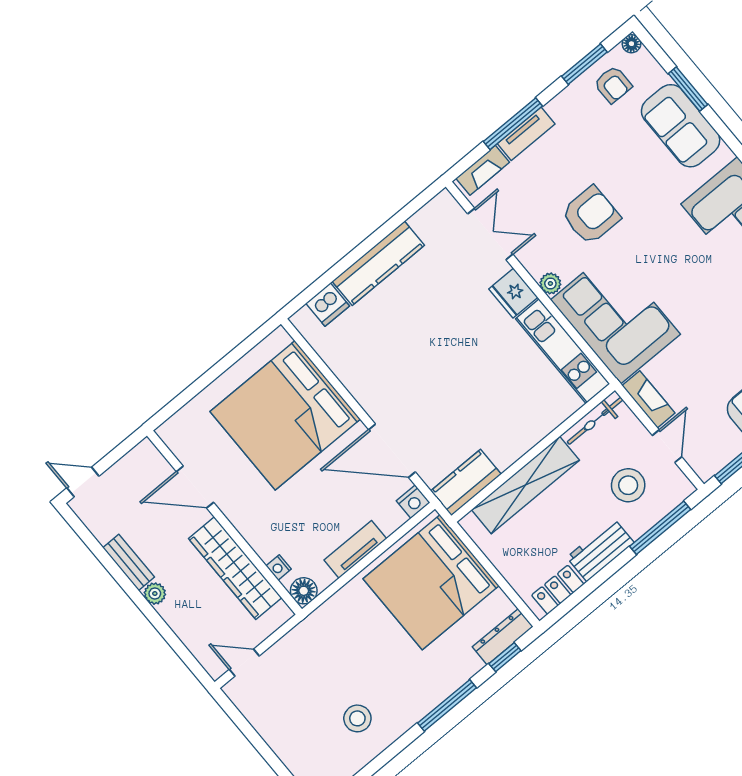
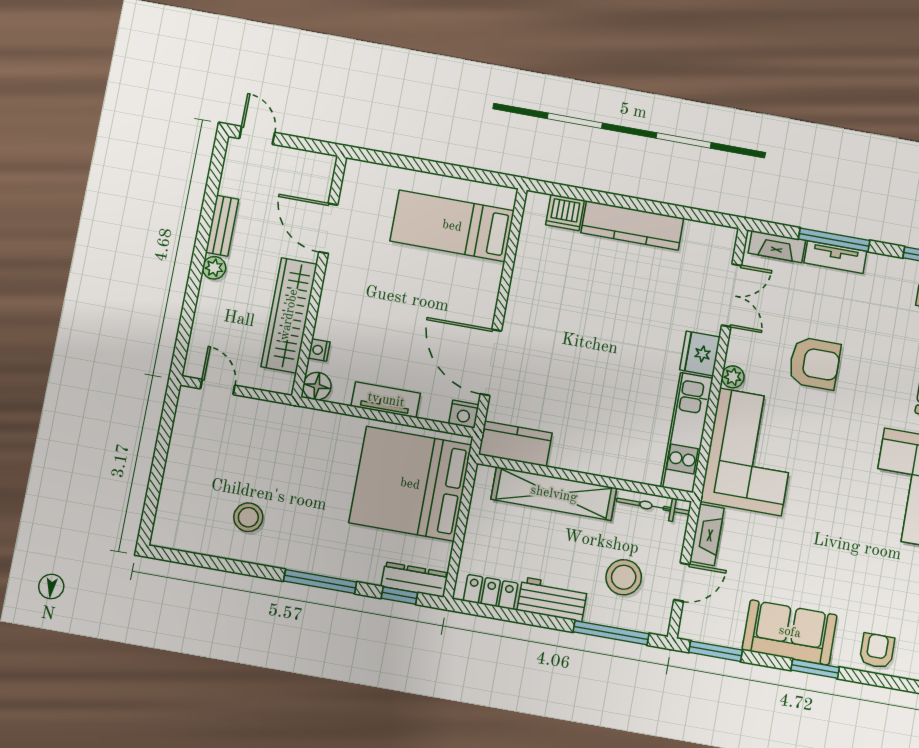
bed: (285, 415) -> (452, 226), width x0.49

